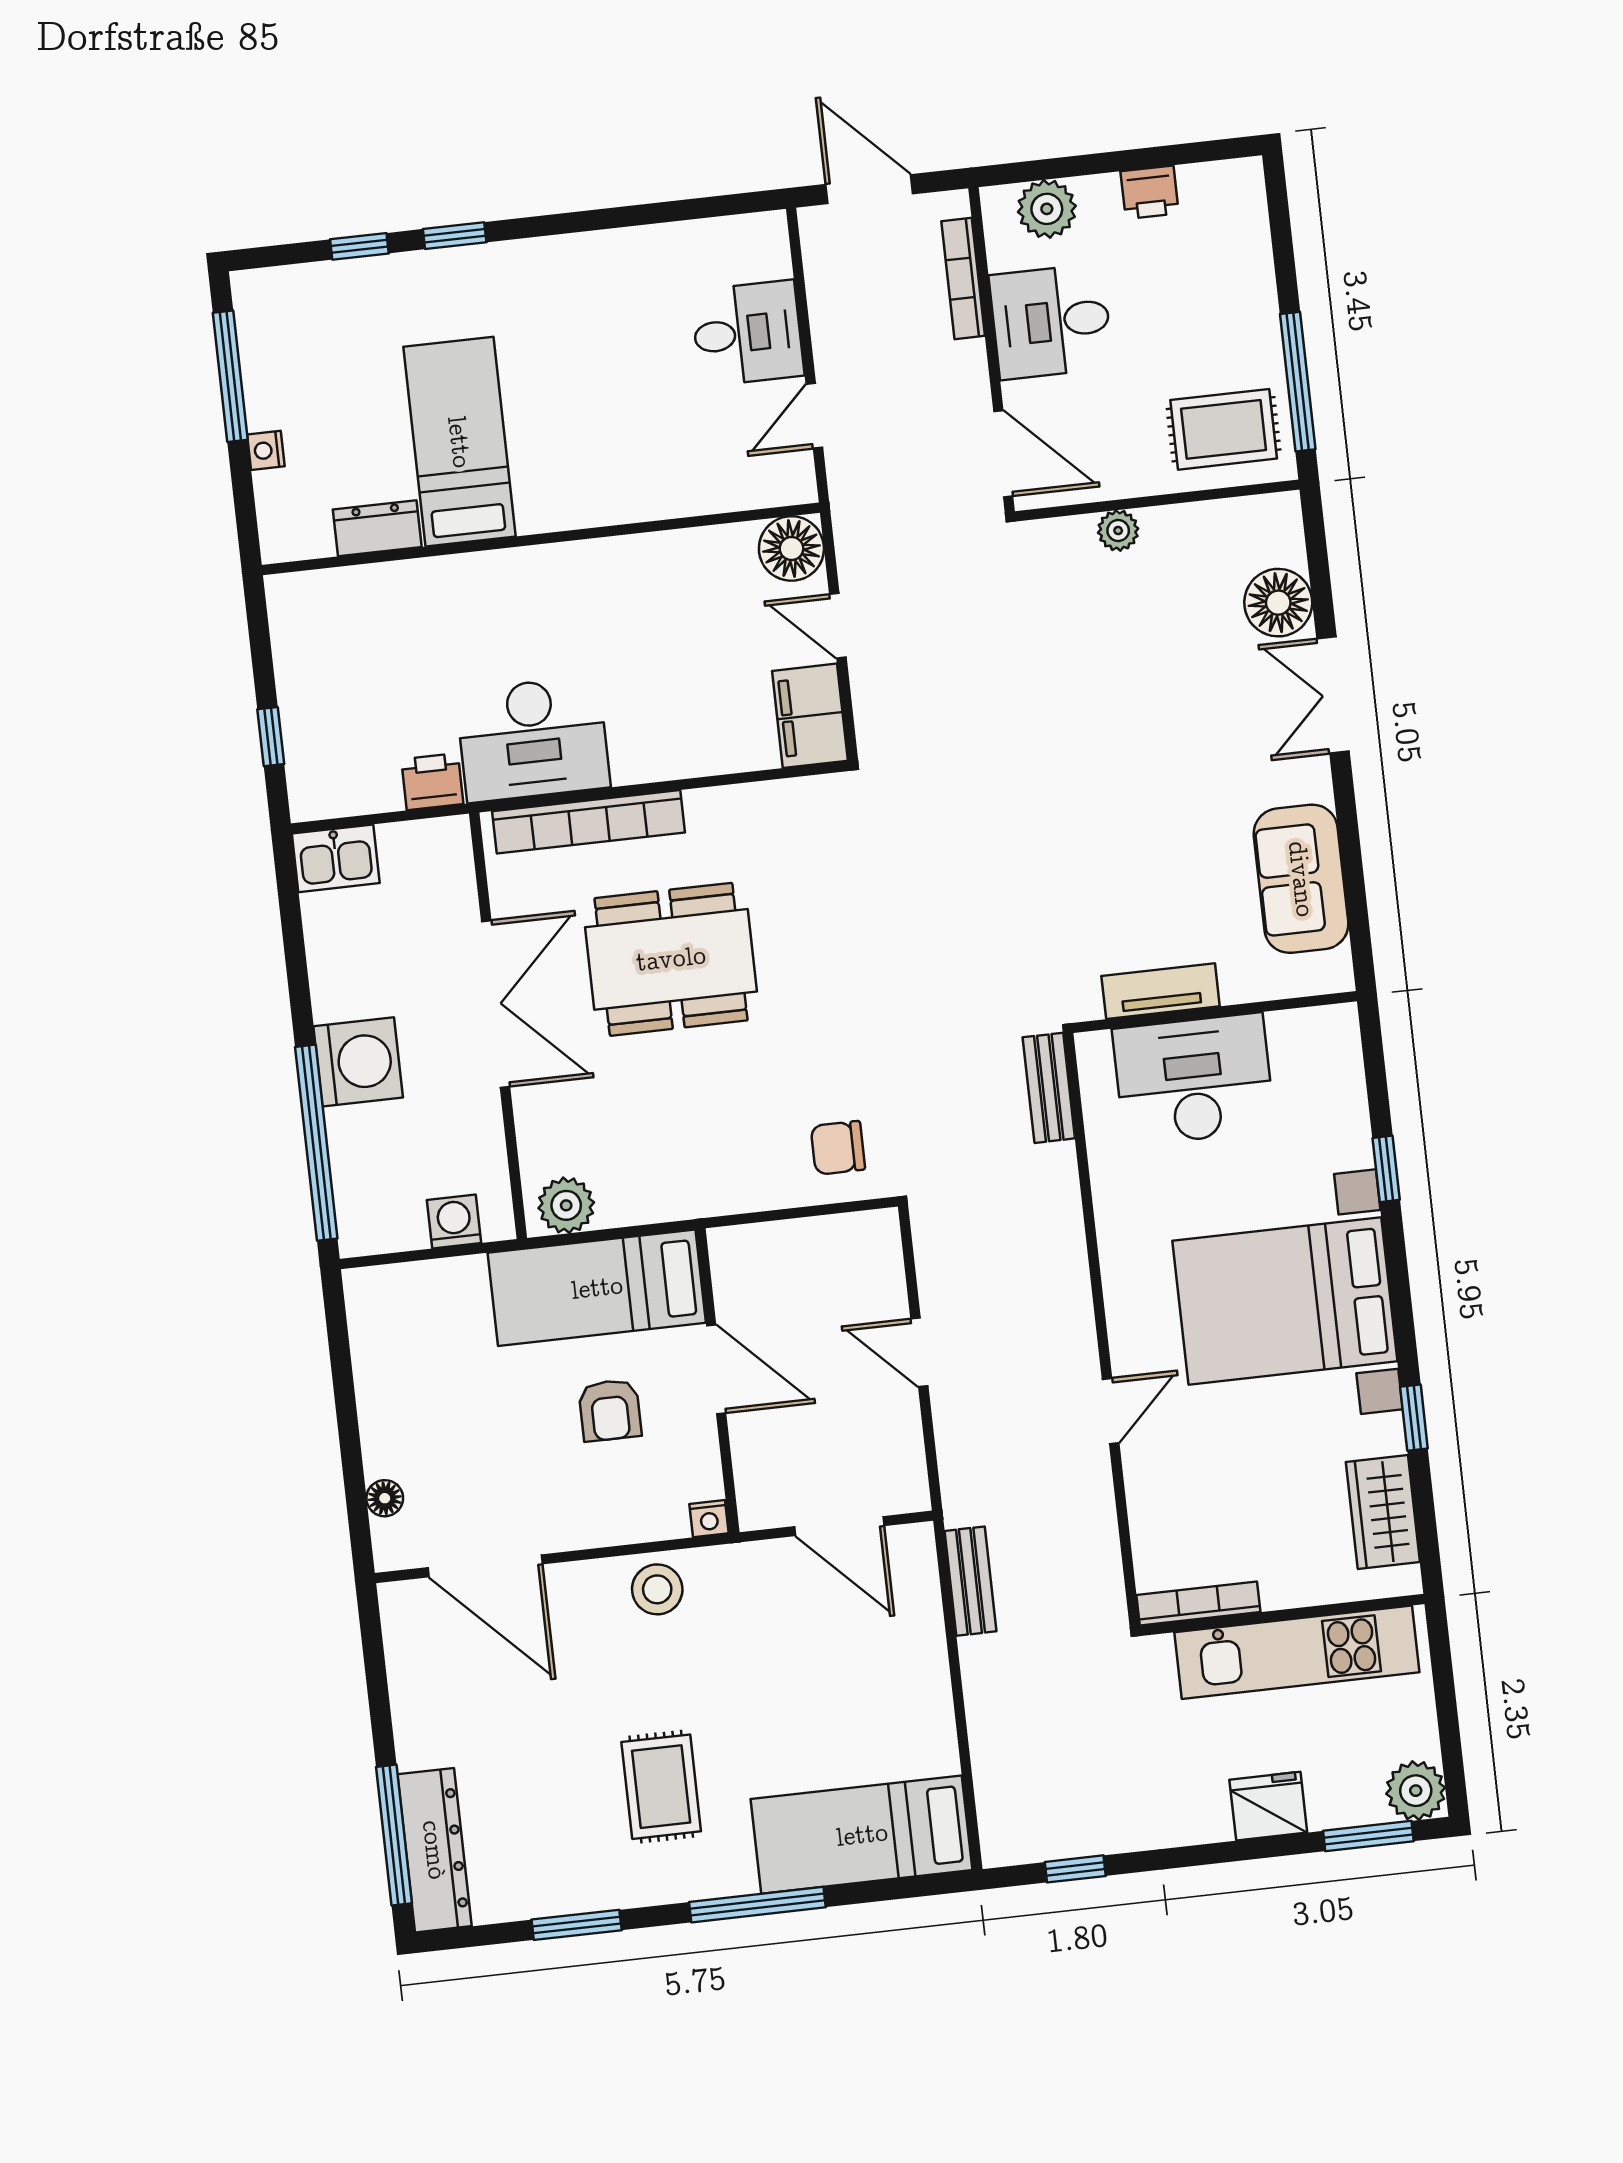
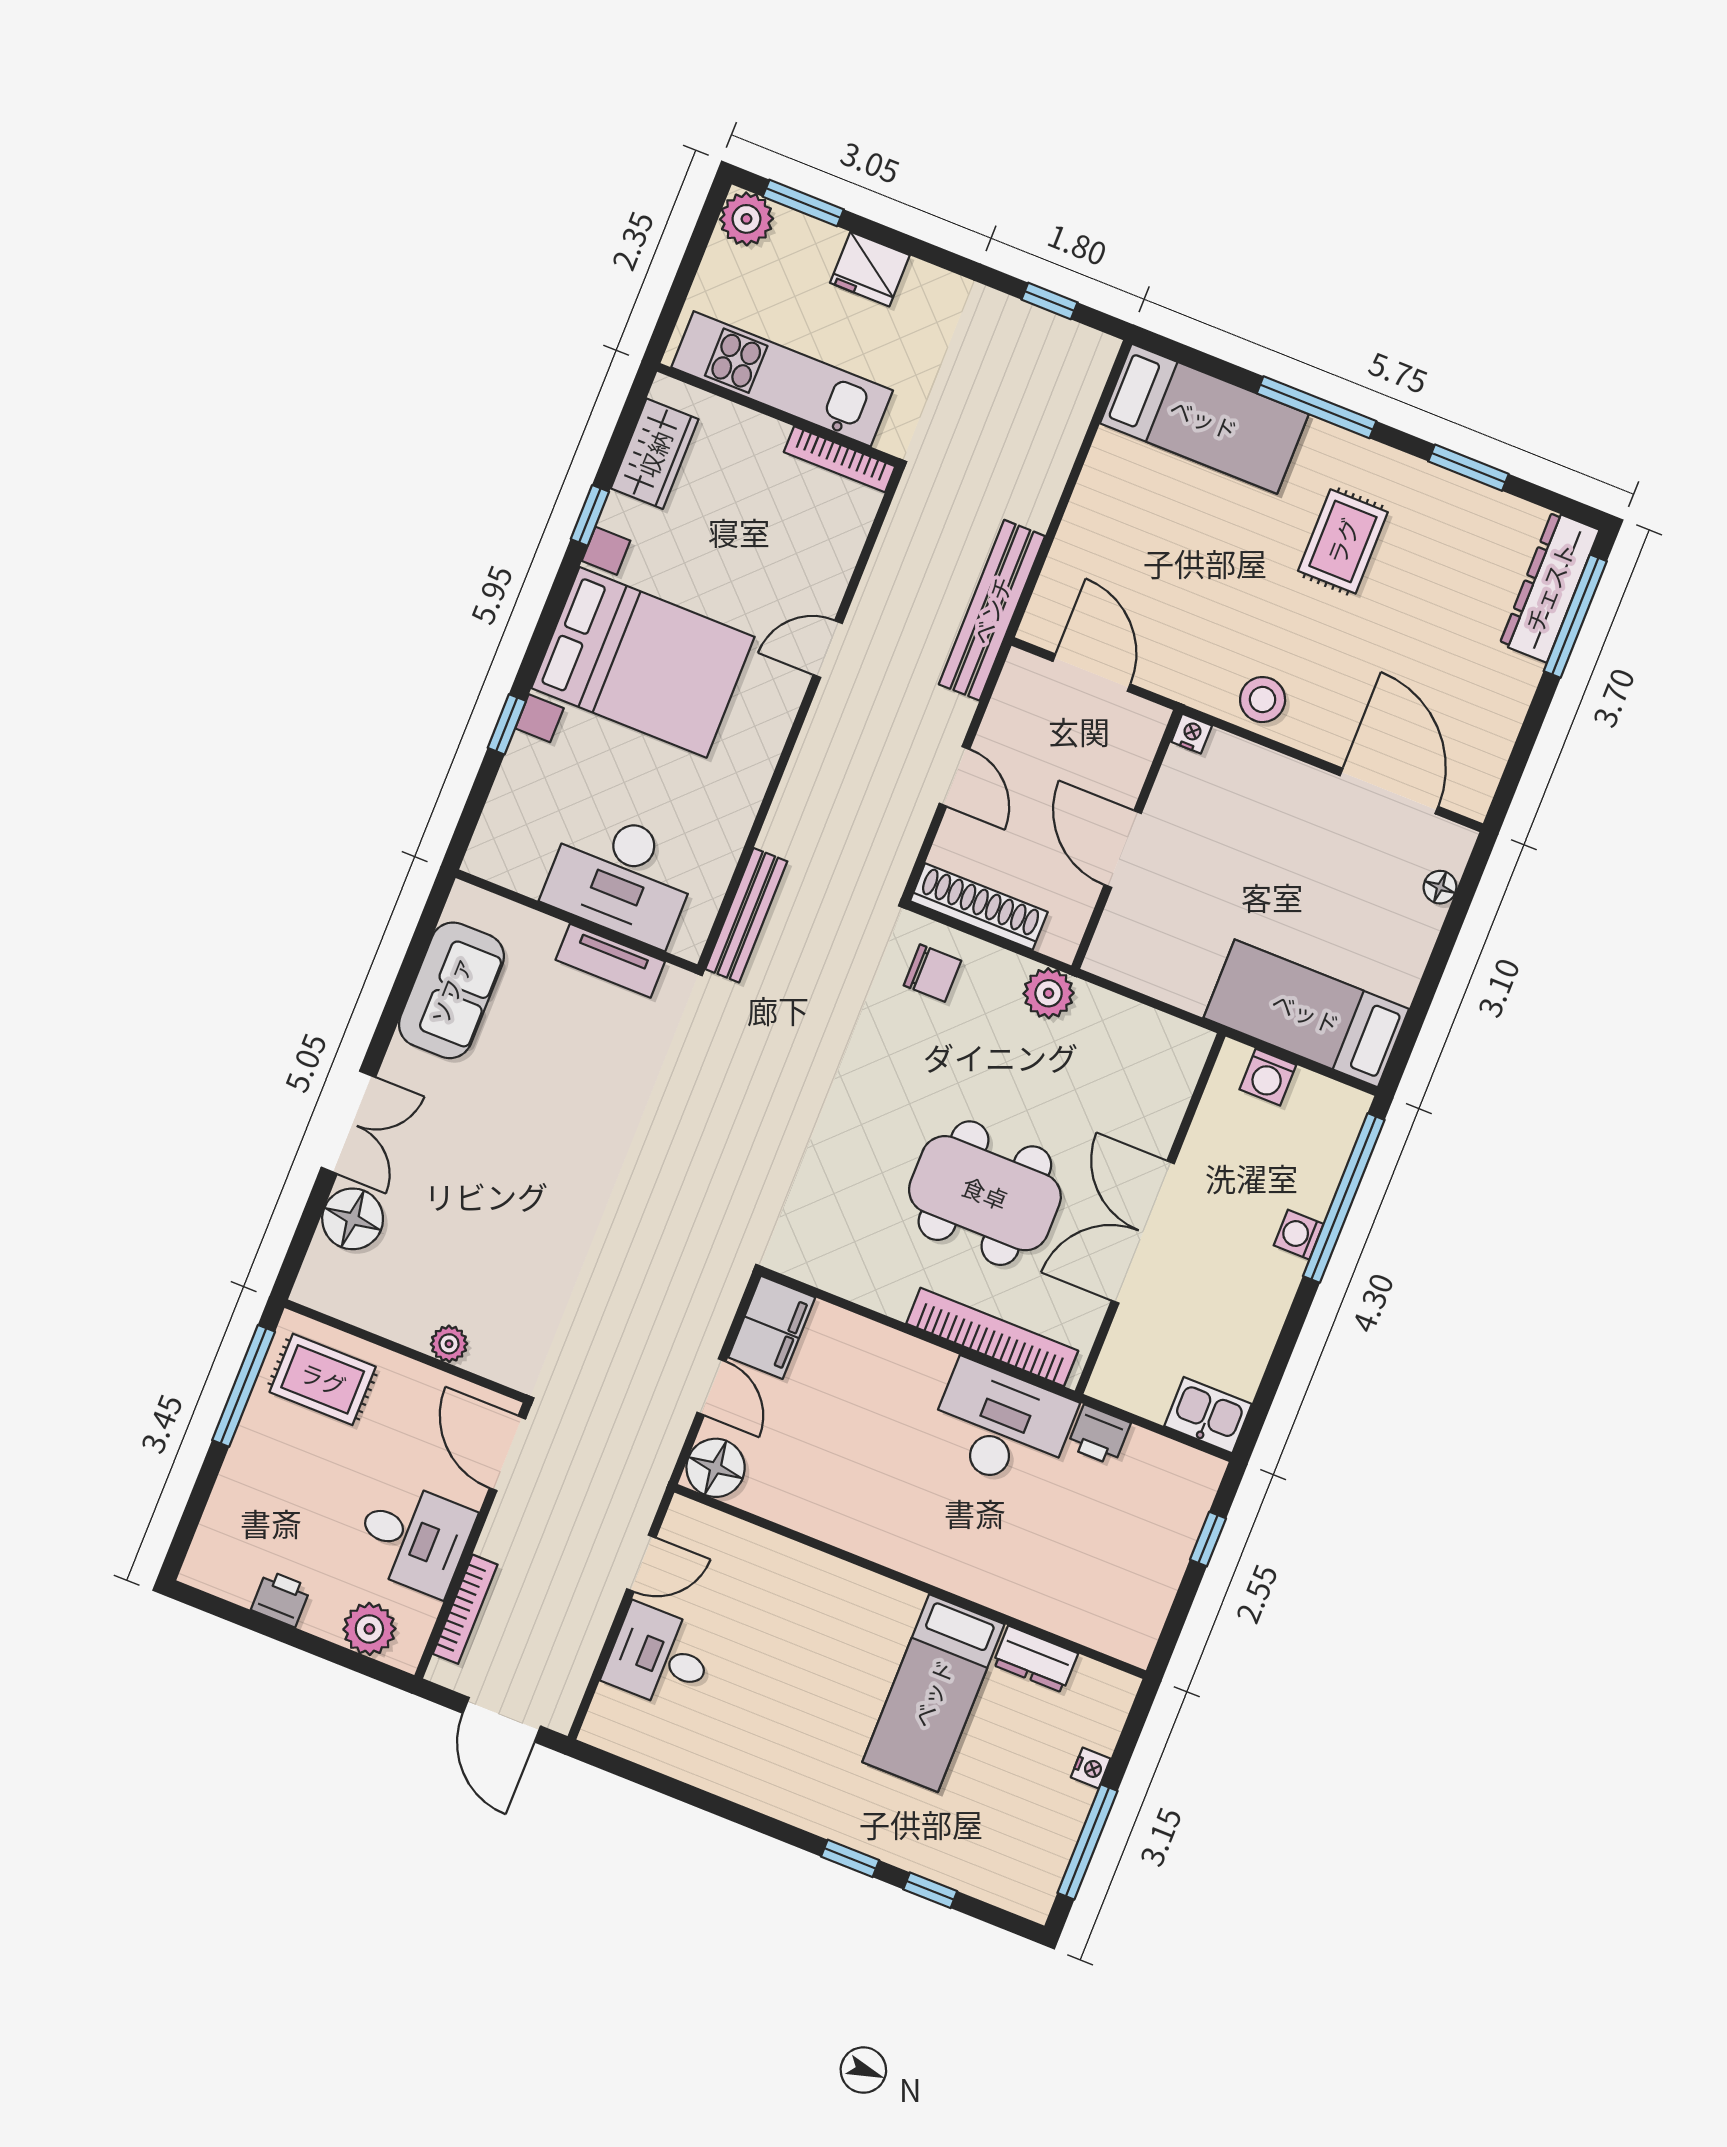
washing machine: (358, 1062) -> (1299, 1235), width x0.53, depth x0.53
bench: (1049, 1088) -> (746, 915), width x1.36
plant: (566, 1205) -> (1049, 993), moved
shoe rack: (827, 1237) -> (979, 907), added
bed: (597, 1288) -> (1306, 1013), moved, turned 180
armchair: (610, 1410) -> (1224, 862), removed
bench: (970, 1581) -> (992, 610), width x1.86, depth x1.21

